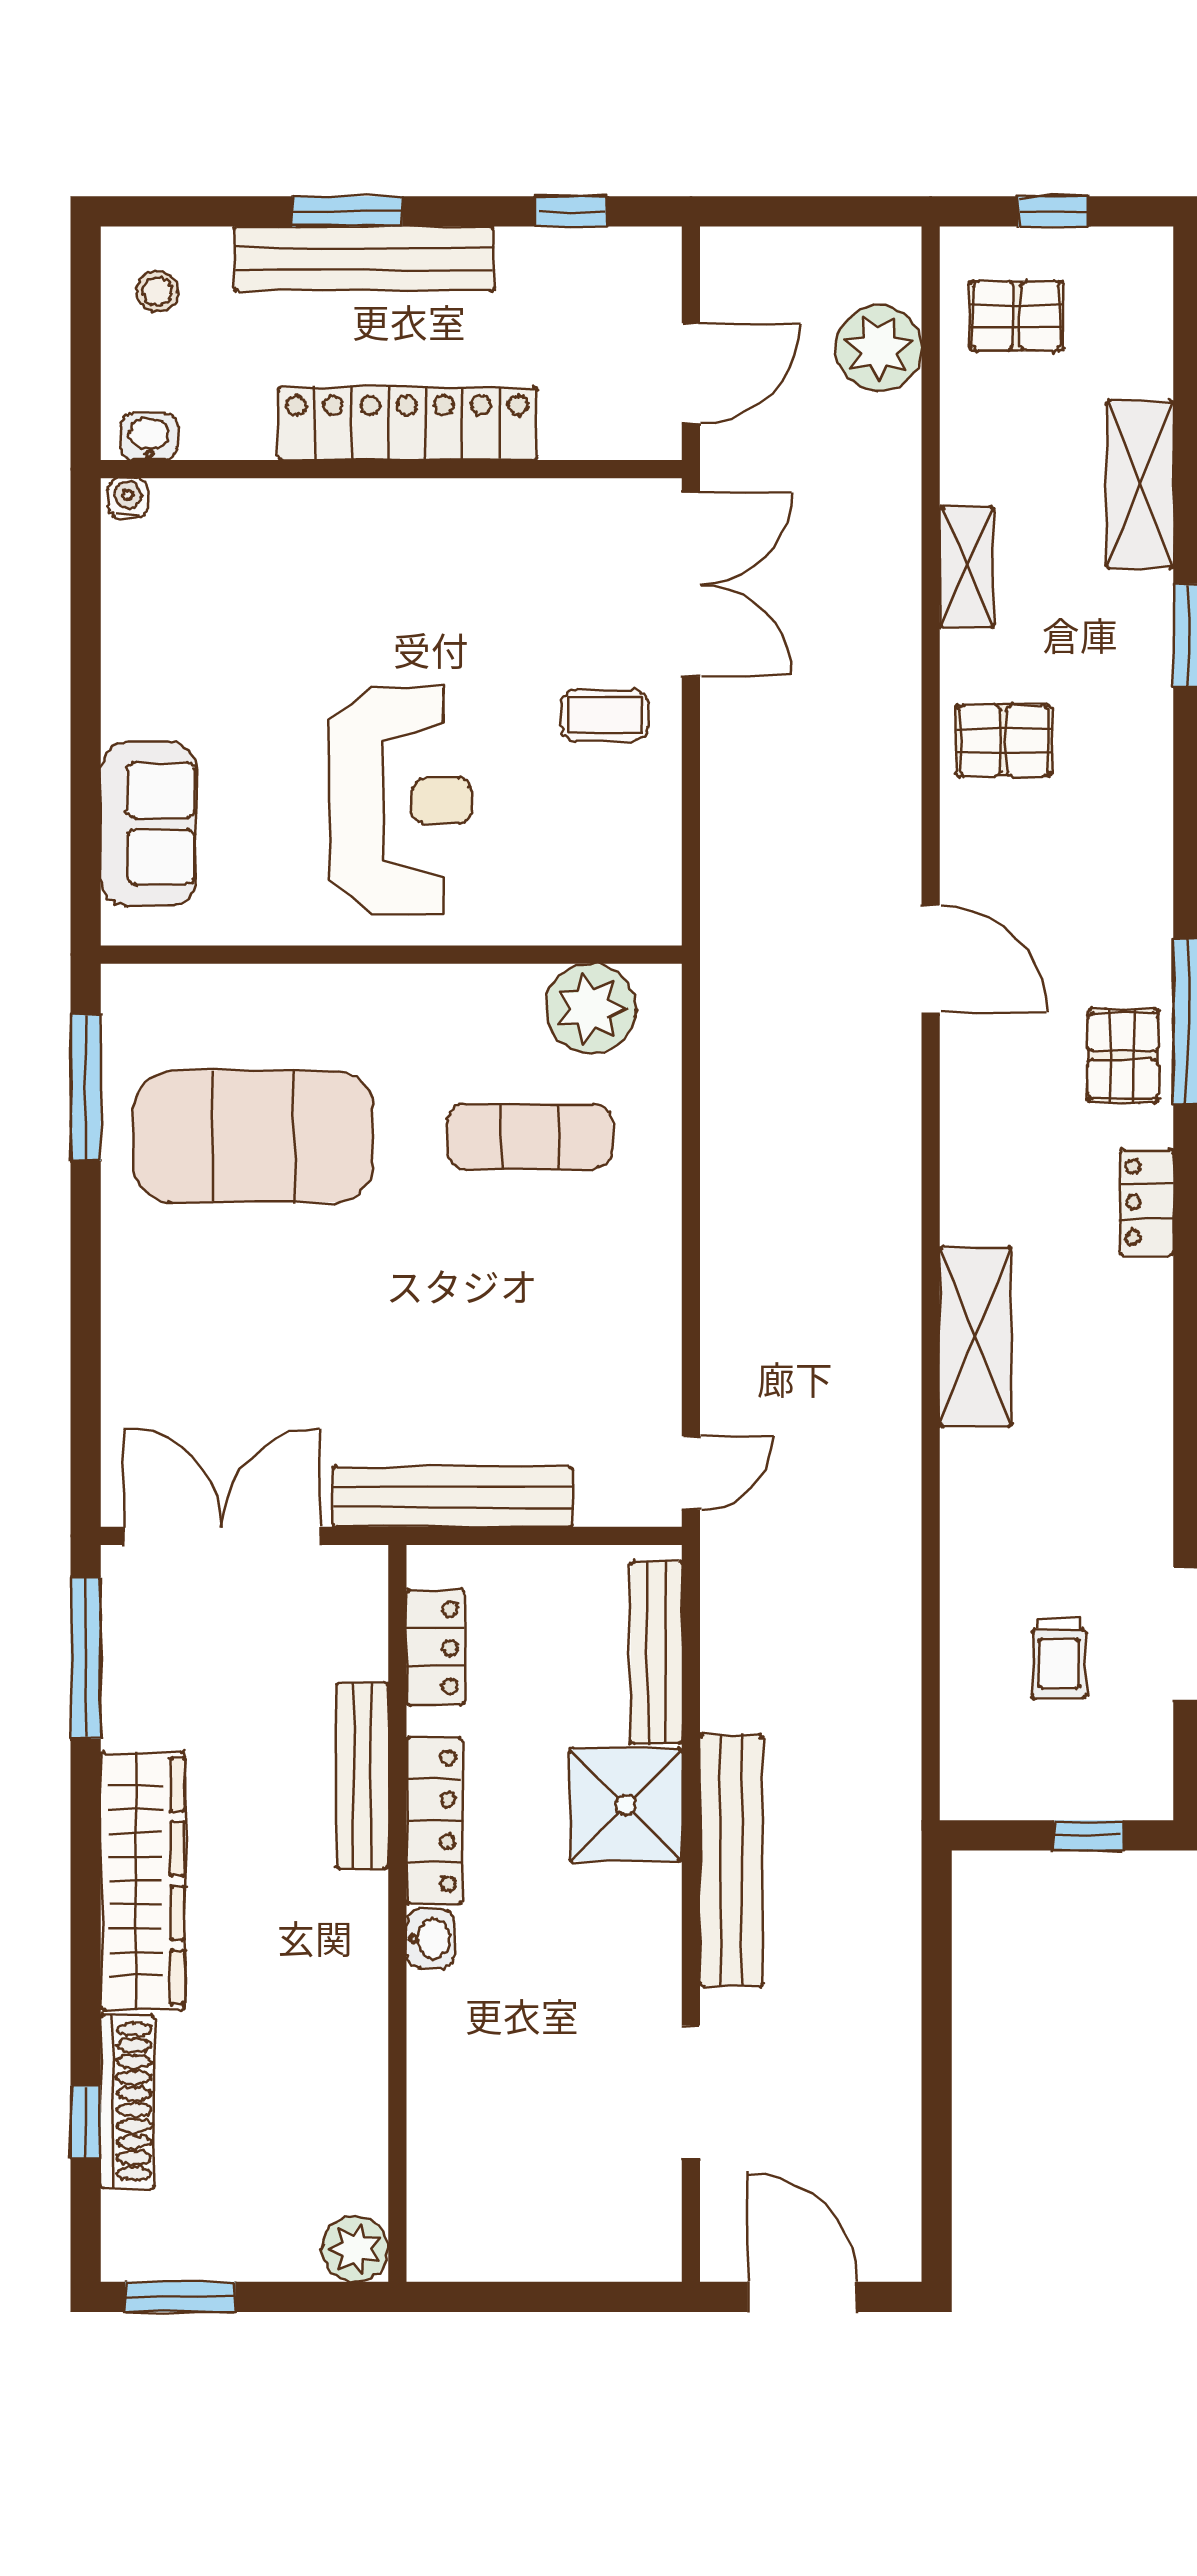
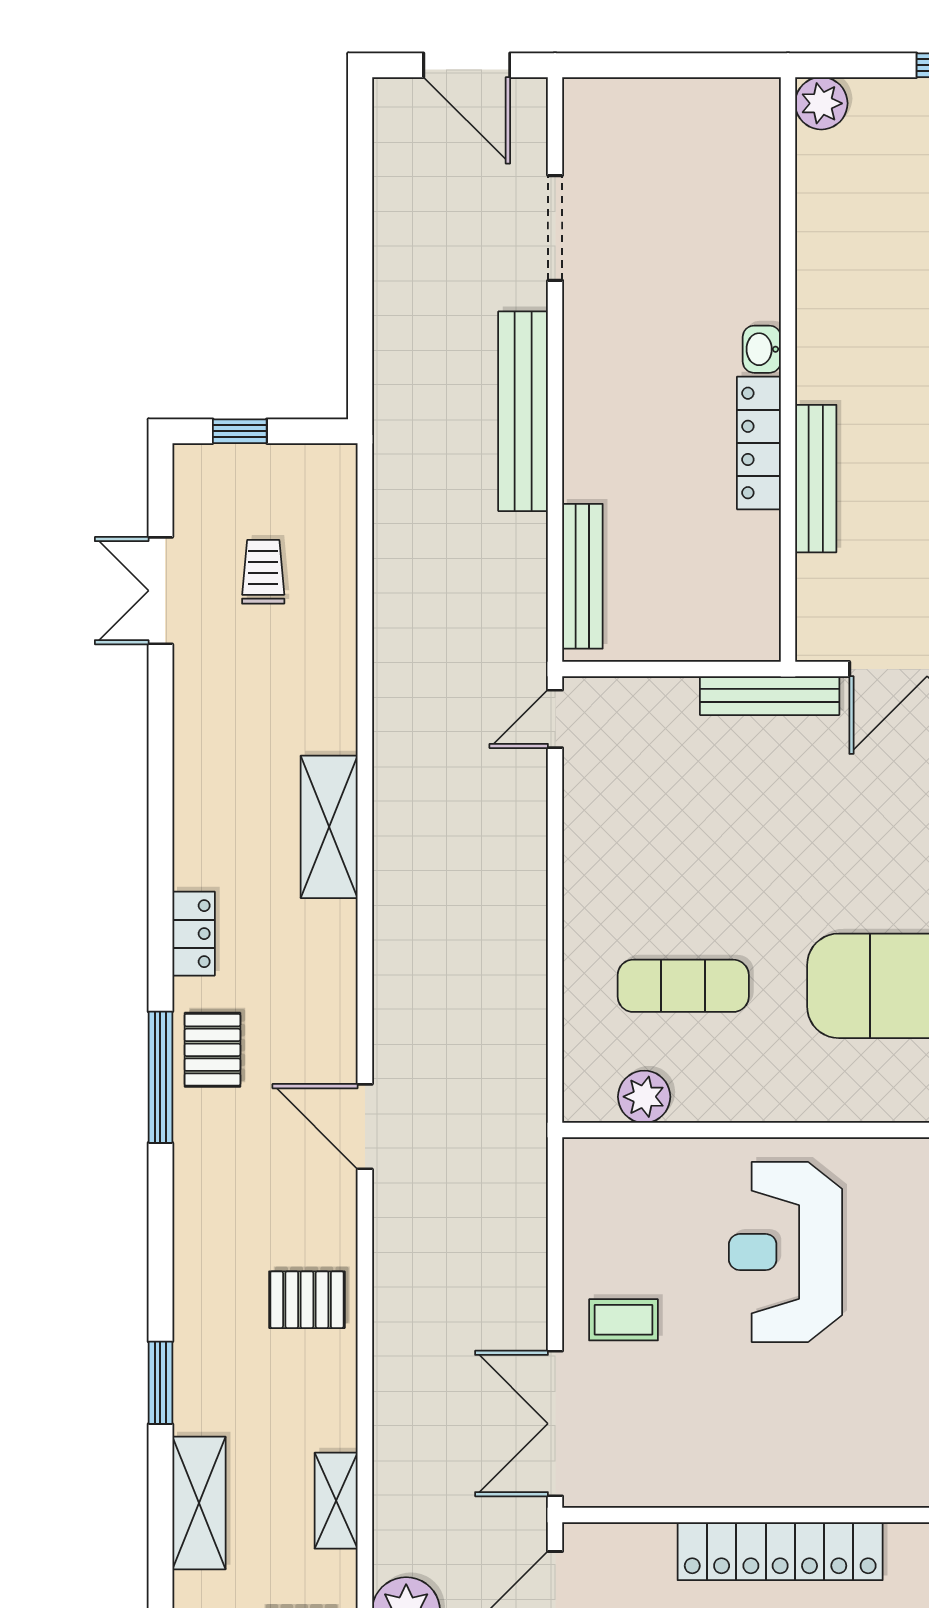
shelving: (967, 567) -> (336, 1501), moved
plant: (591, 1008) -> (644, 1097), width x0.73, depth x0.73
bench: (453, 1497) -> (770, 696), width x0.73, depth x0.82
locker: (435, 1648) -> (758, 580), removed
shower: (626, 1805) -> (607, 455), removed

